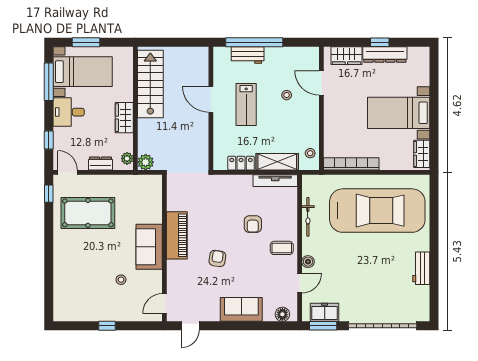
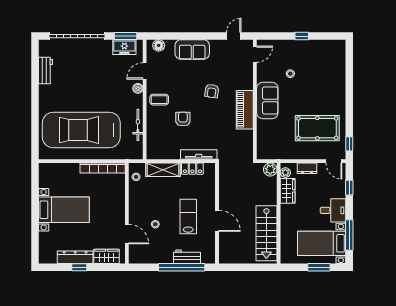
wardrobe: (124, 118) -> (288, 191), moved
wardrobe: (422, 154) -> (45, 176), removed
tv unit: (275, 181) -> (199, 154), moved
workbench: (421, 268) -> (45, 70), moved

